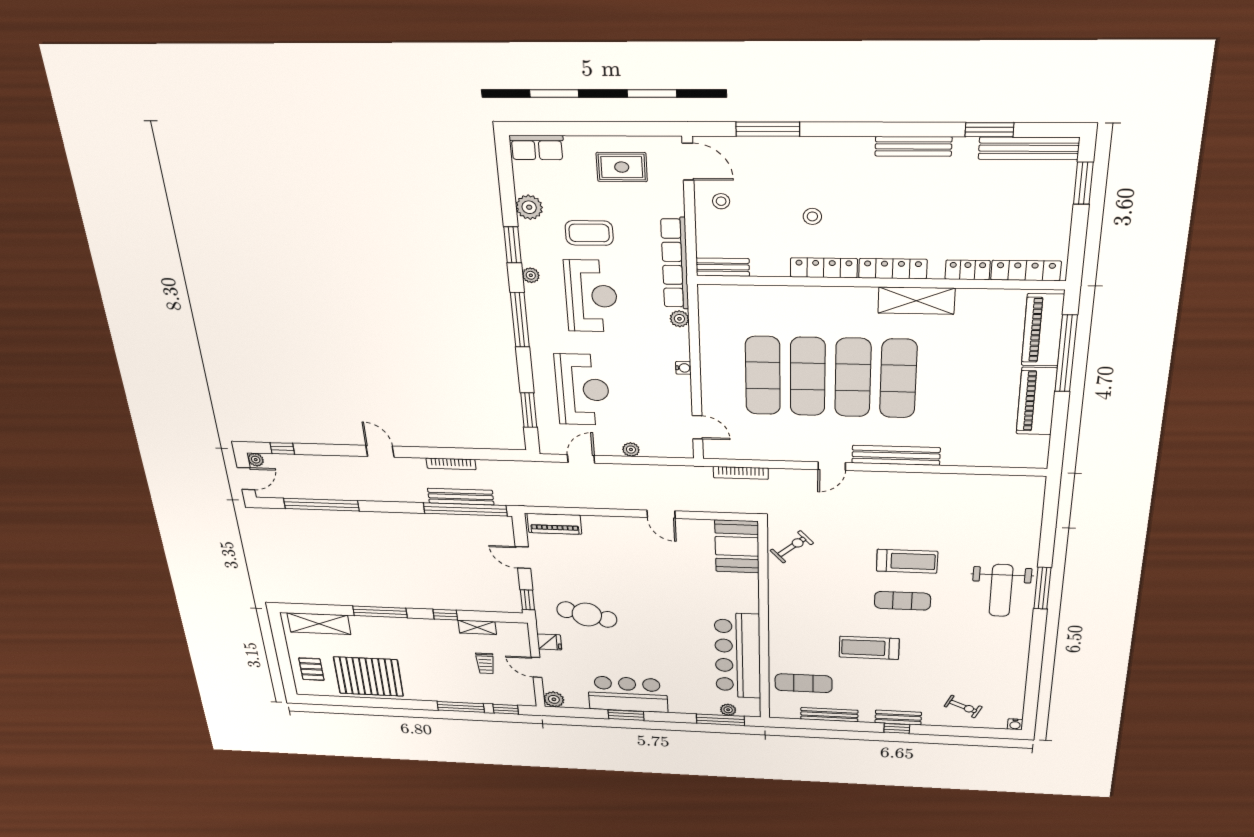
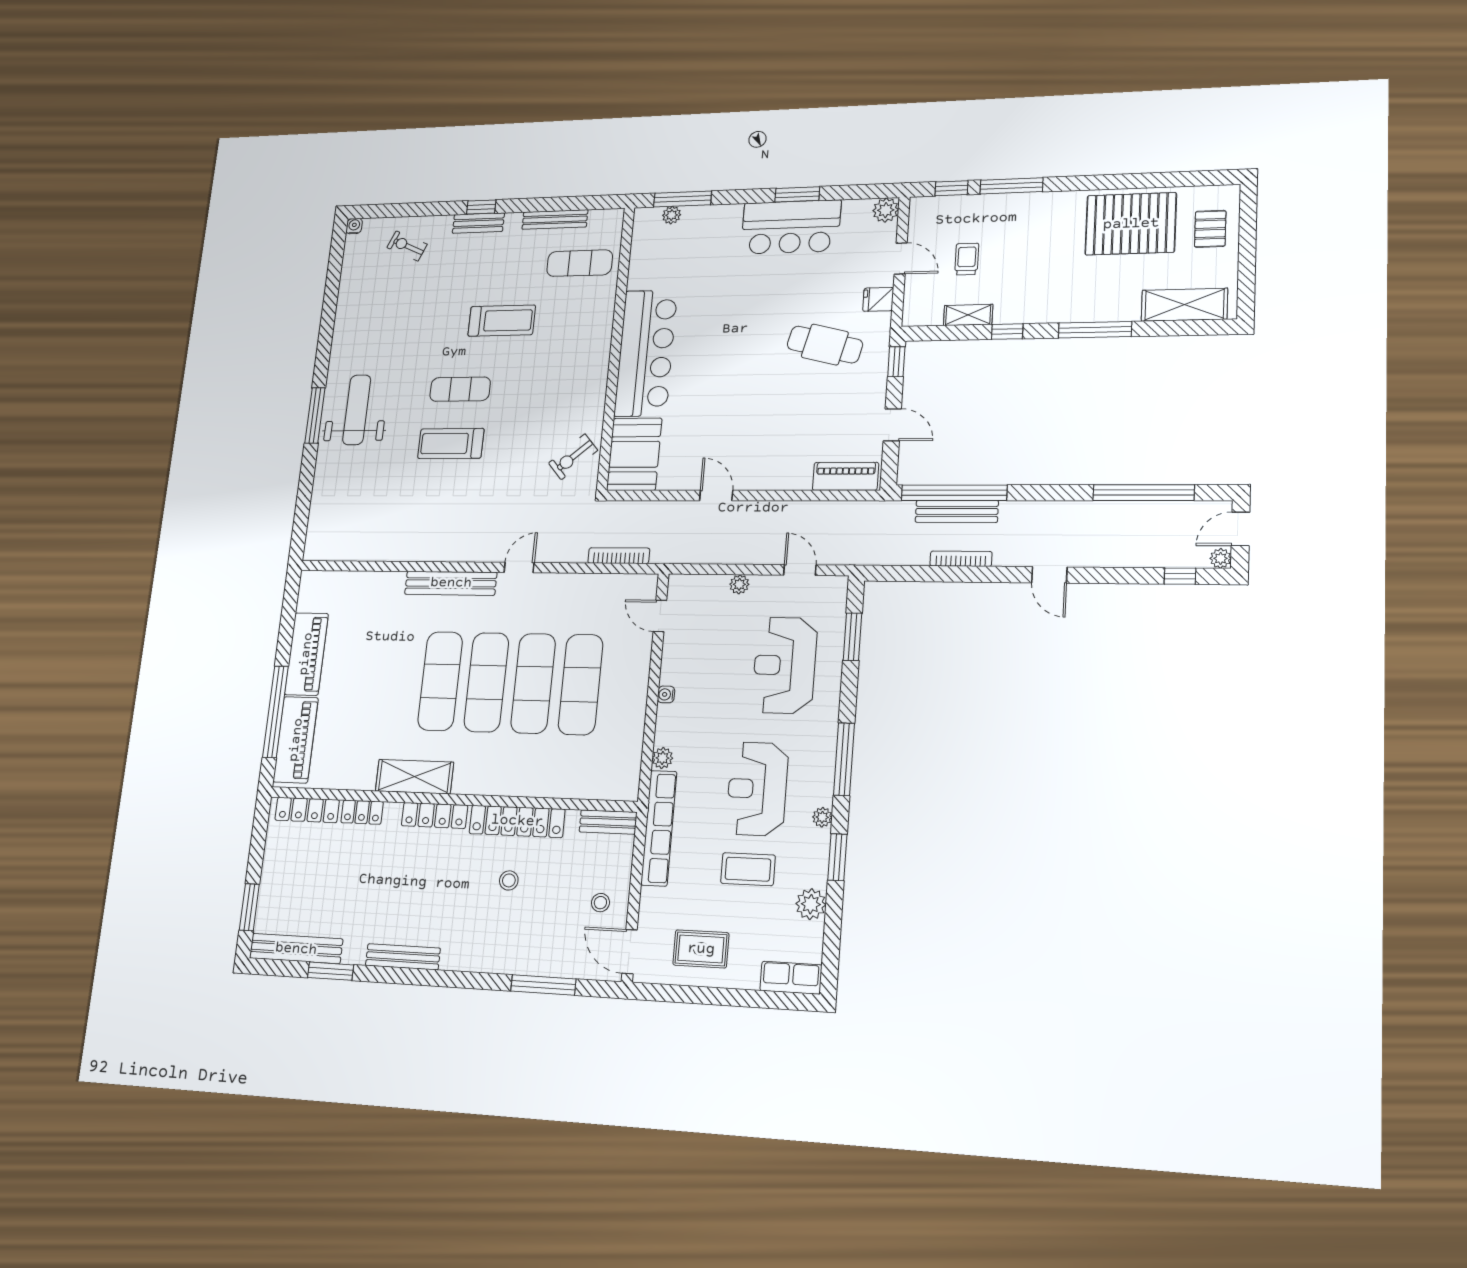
locker: (824, 268) -> (517, 821), width x1.41, depth x1.21
door: (581, 459) -> (800, 570), swing flipped
bar counter: (738, 656) -> (646, 353), moved

